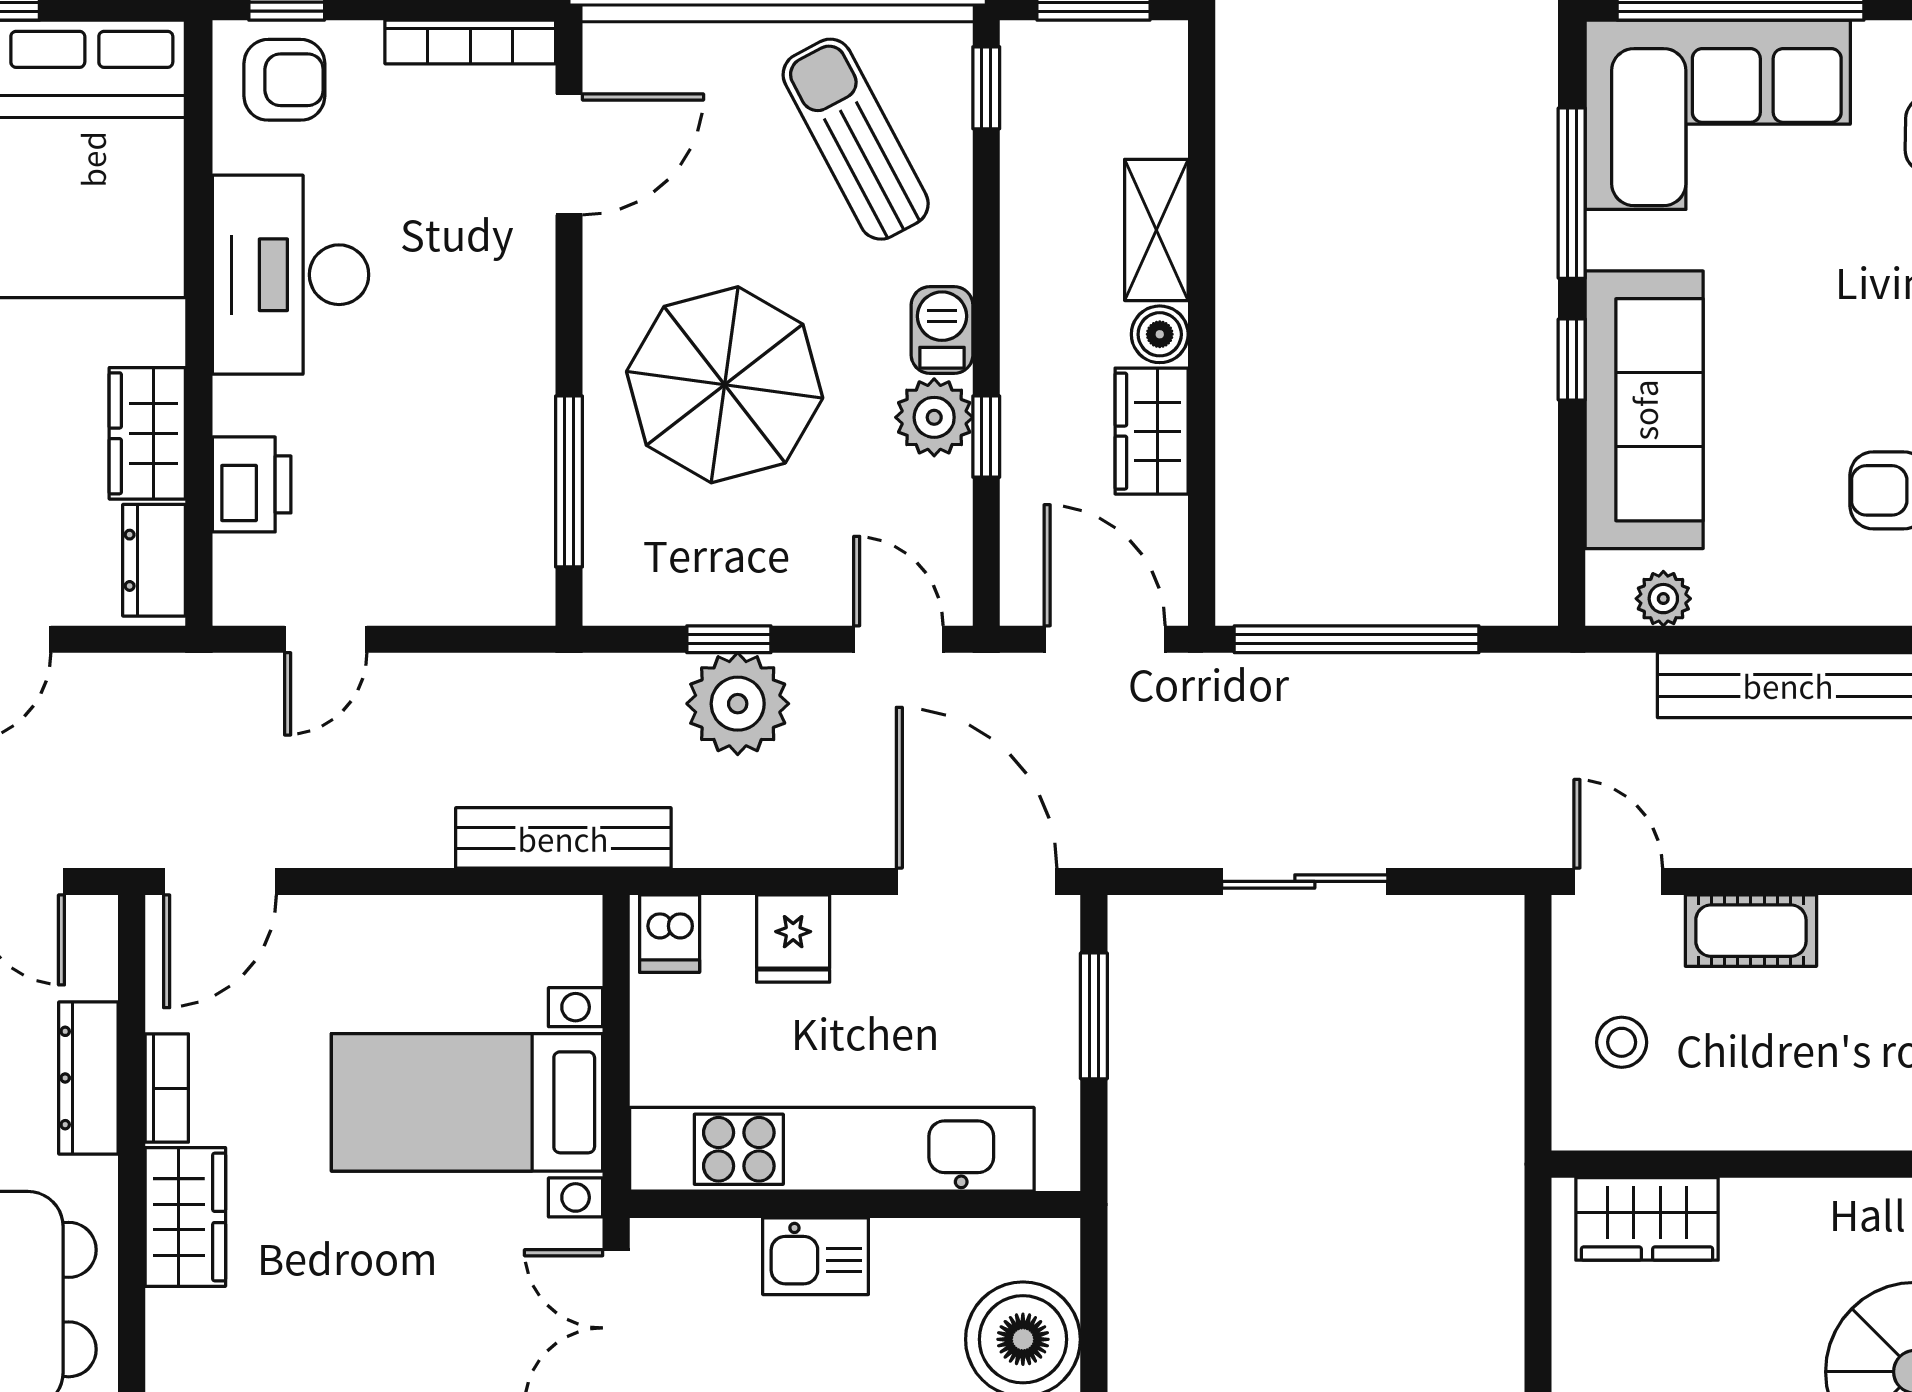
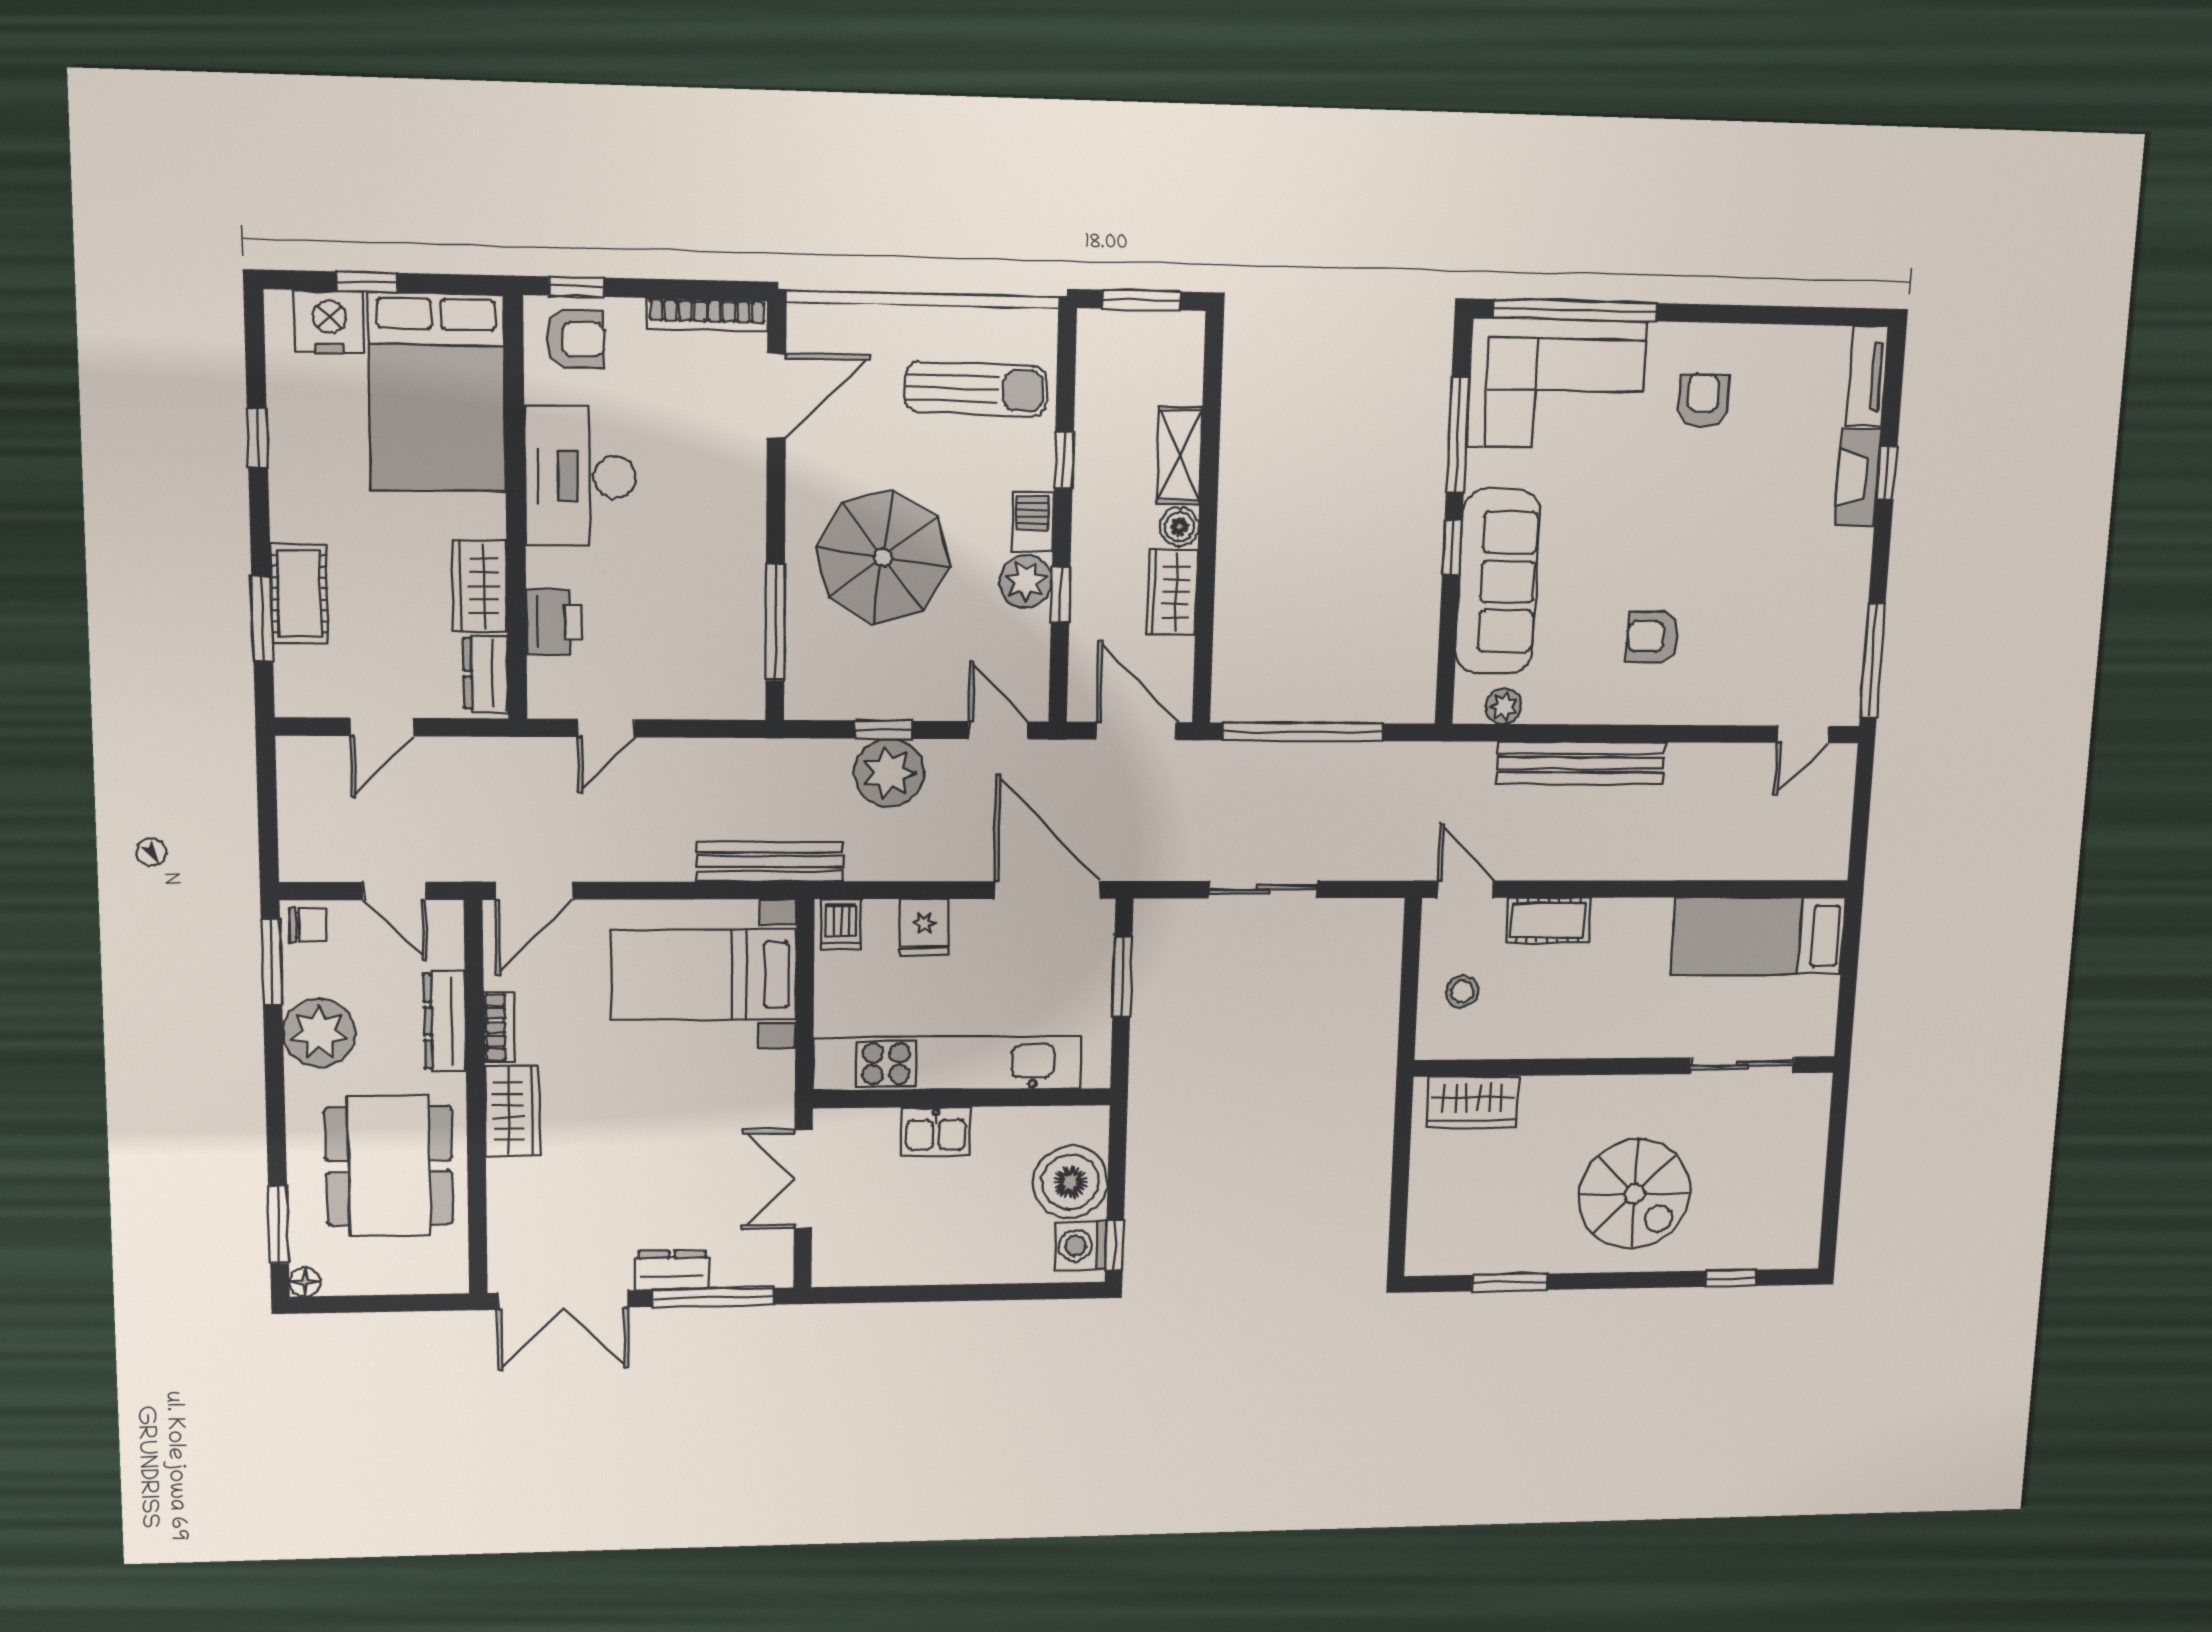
window: (986, 88) -> (1064, 460), moved
sun lounger: (856, 139) -> (976, 389), turned 119
bed with nightstands: (467, 1102) -> (704, 975), moved

